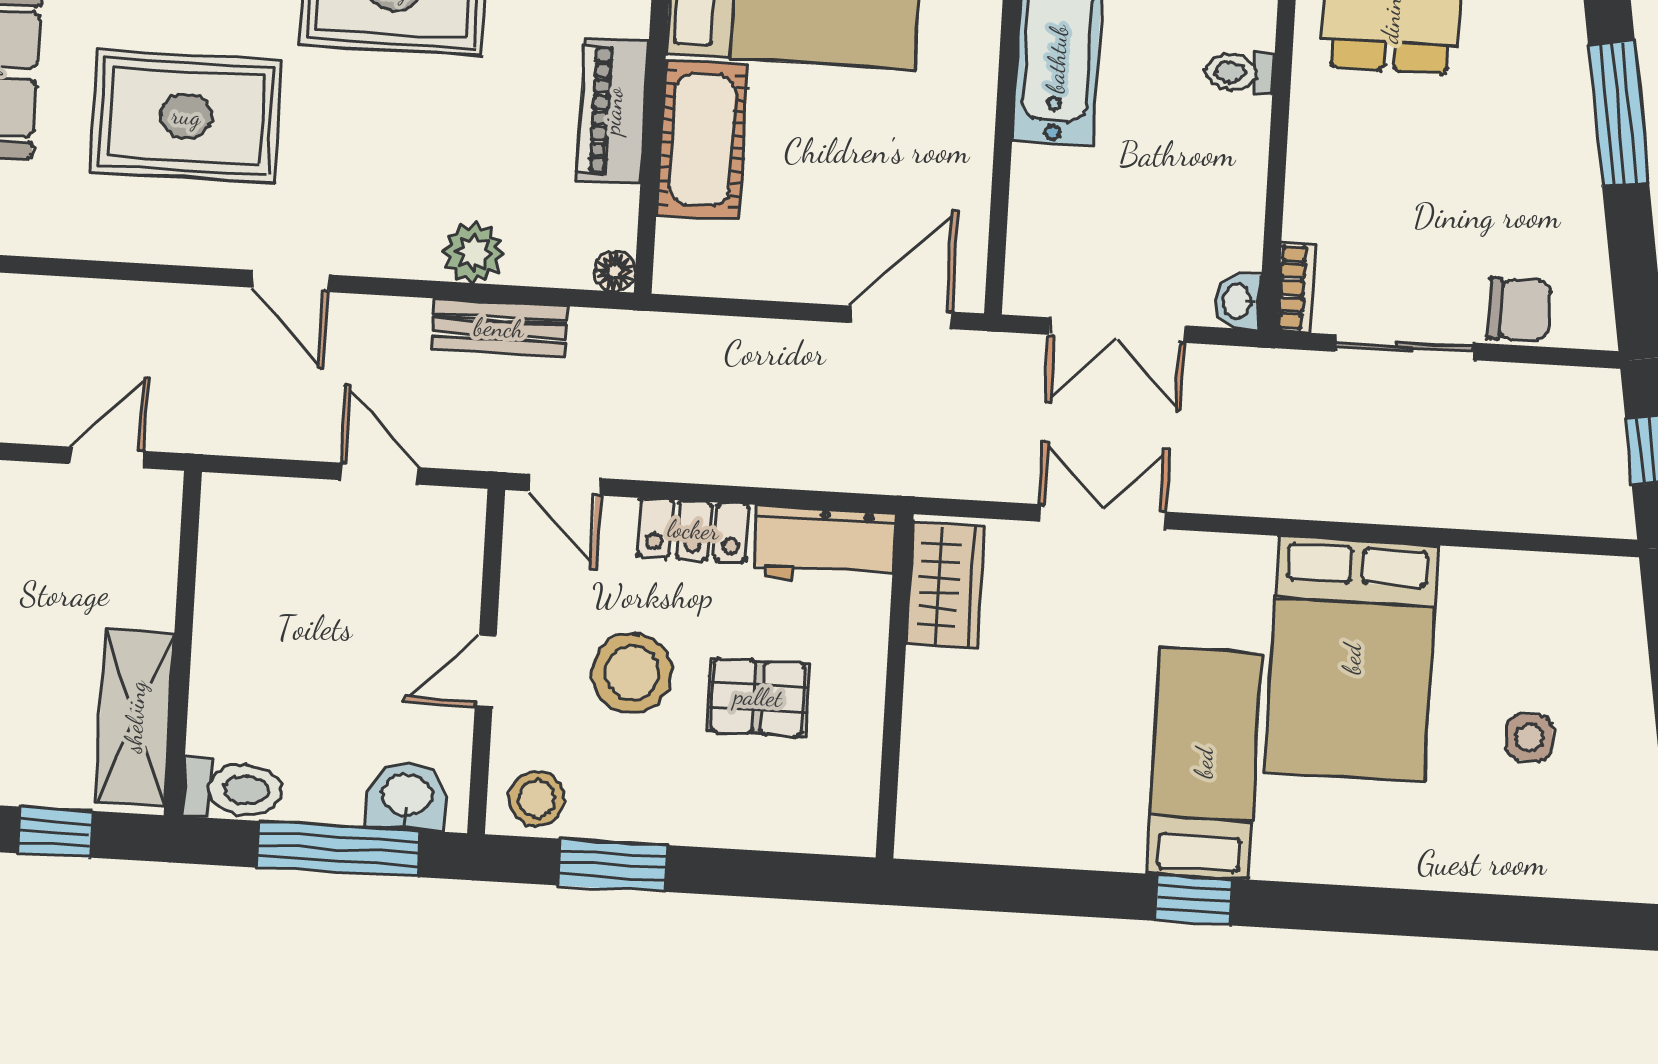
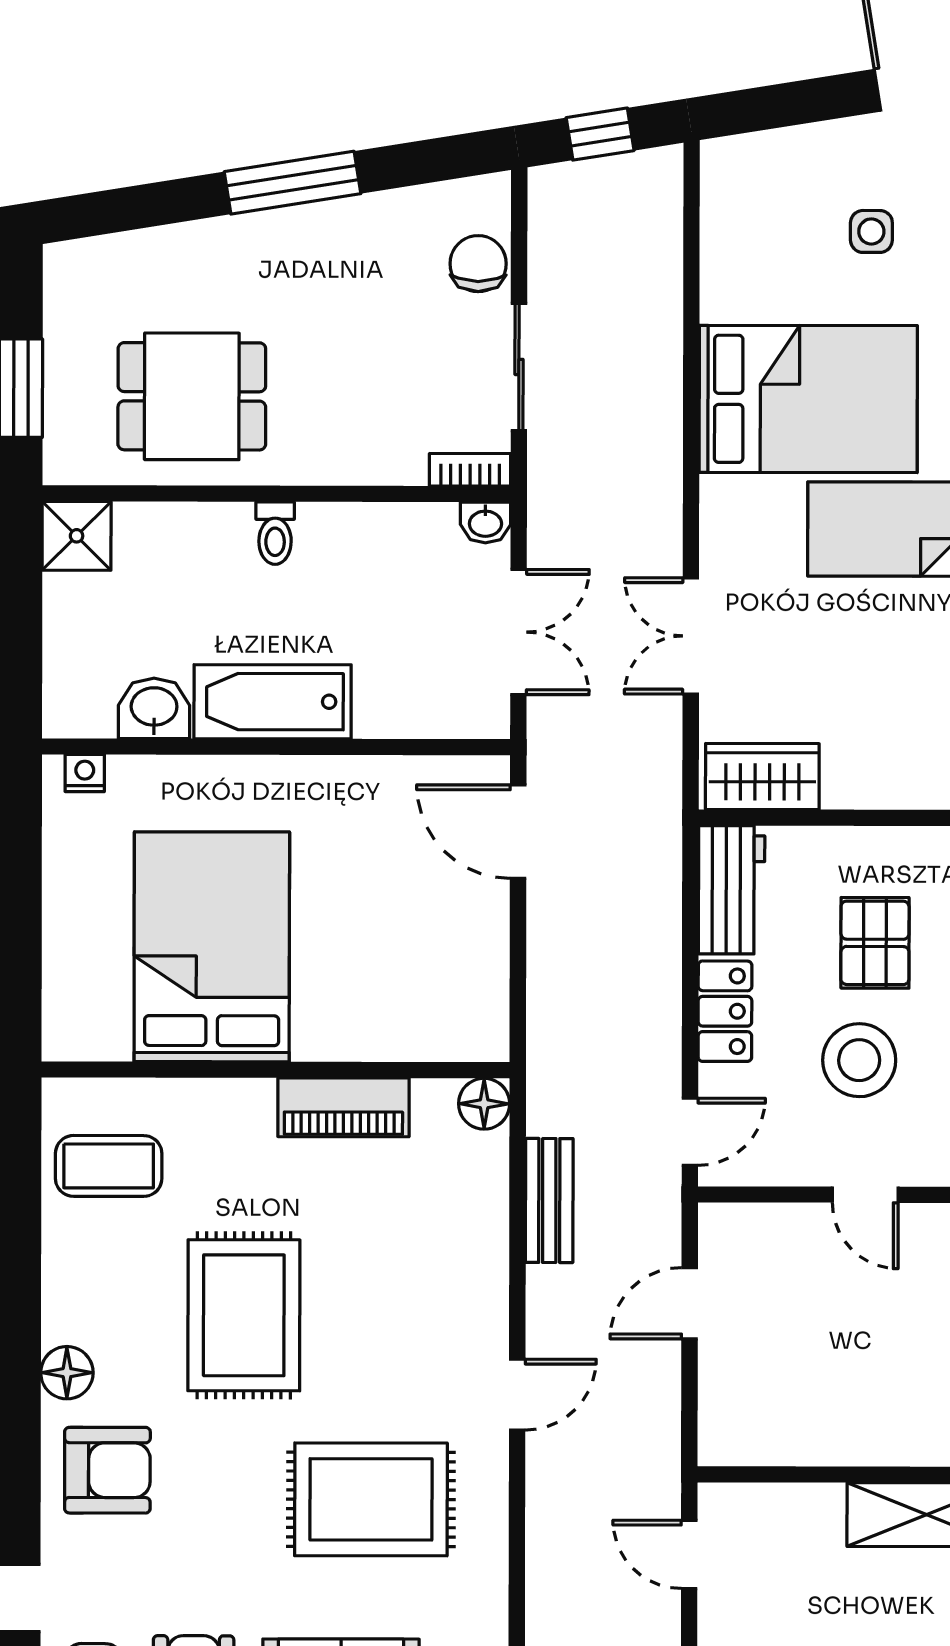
rug: (186, 116) -> (371, 1499), turned 90
cot: (702, 140) -> (365, 1024), removed
plant: (473, 253) -> (481, 1228), removed
floor lamp: (615, 271) -> (484, 1104), width x1.37, depth x1.37

